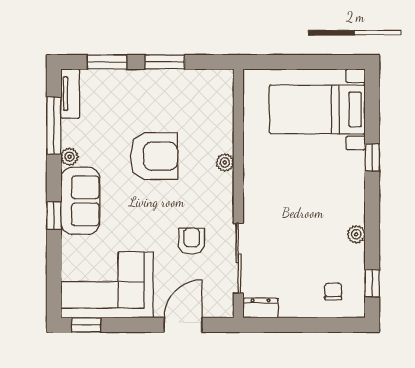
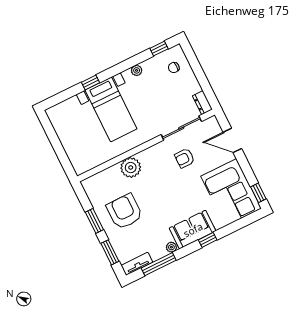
bed with nightstands: (317, 109) -> (111, 109), moved
armchair: (154, 156) -> (124, 212), moved
plant: (225, 163) -> (131, 168), width x1.87, depth x1.87

